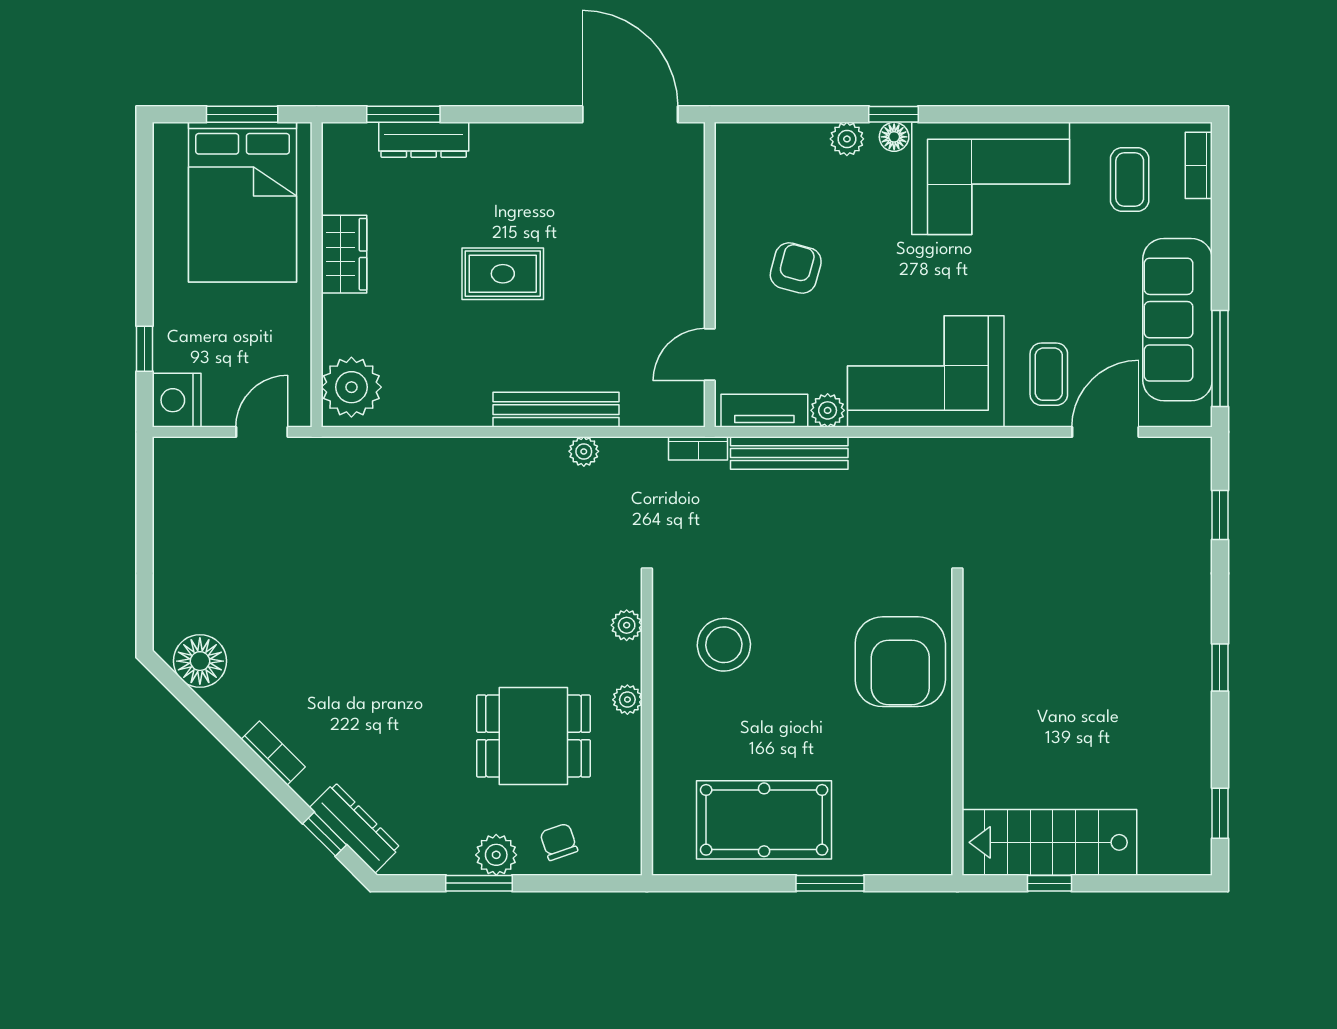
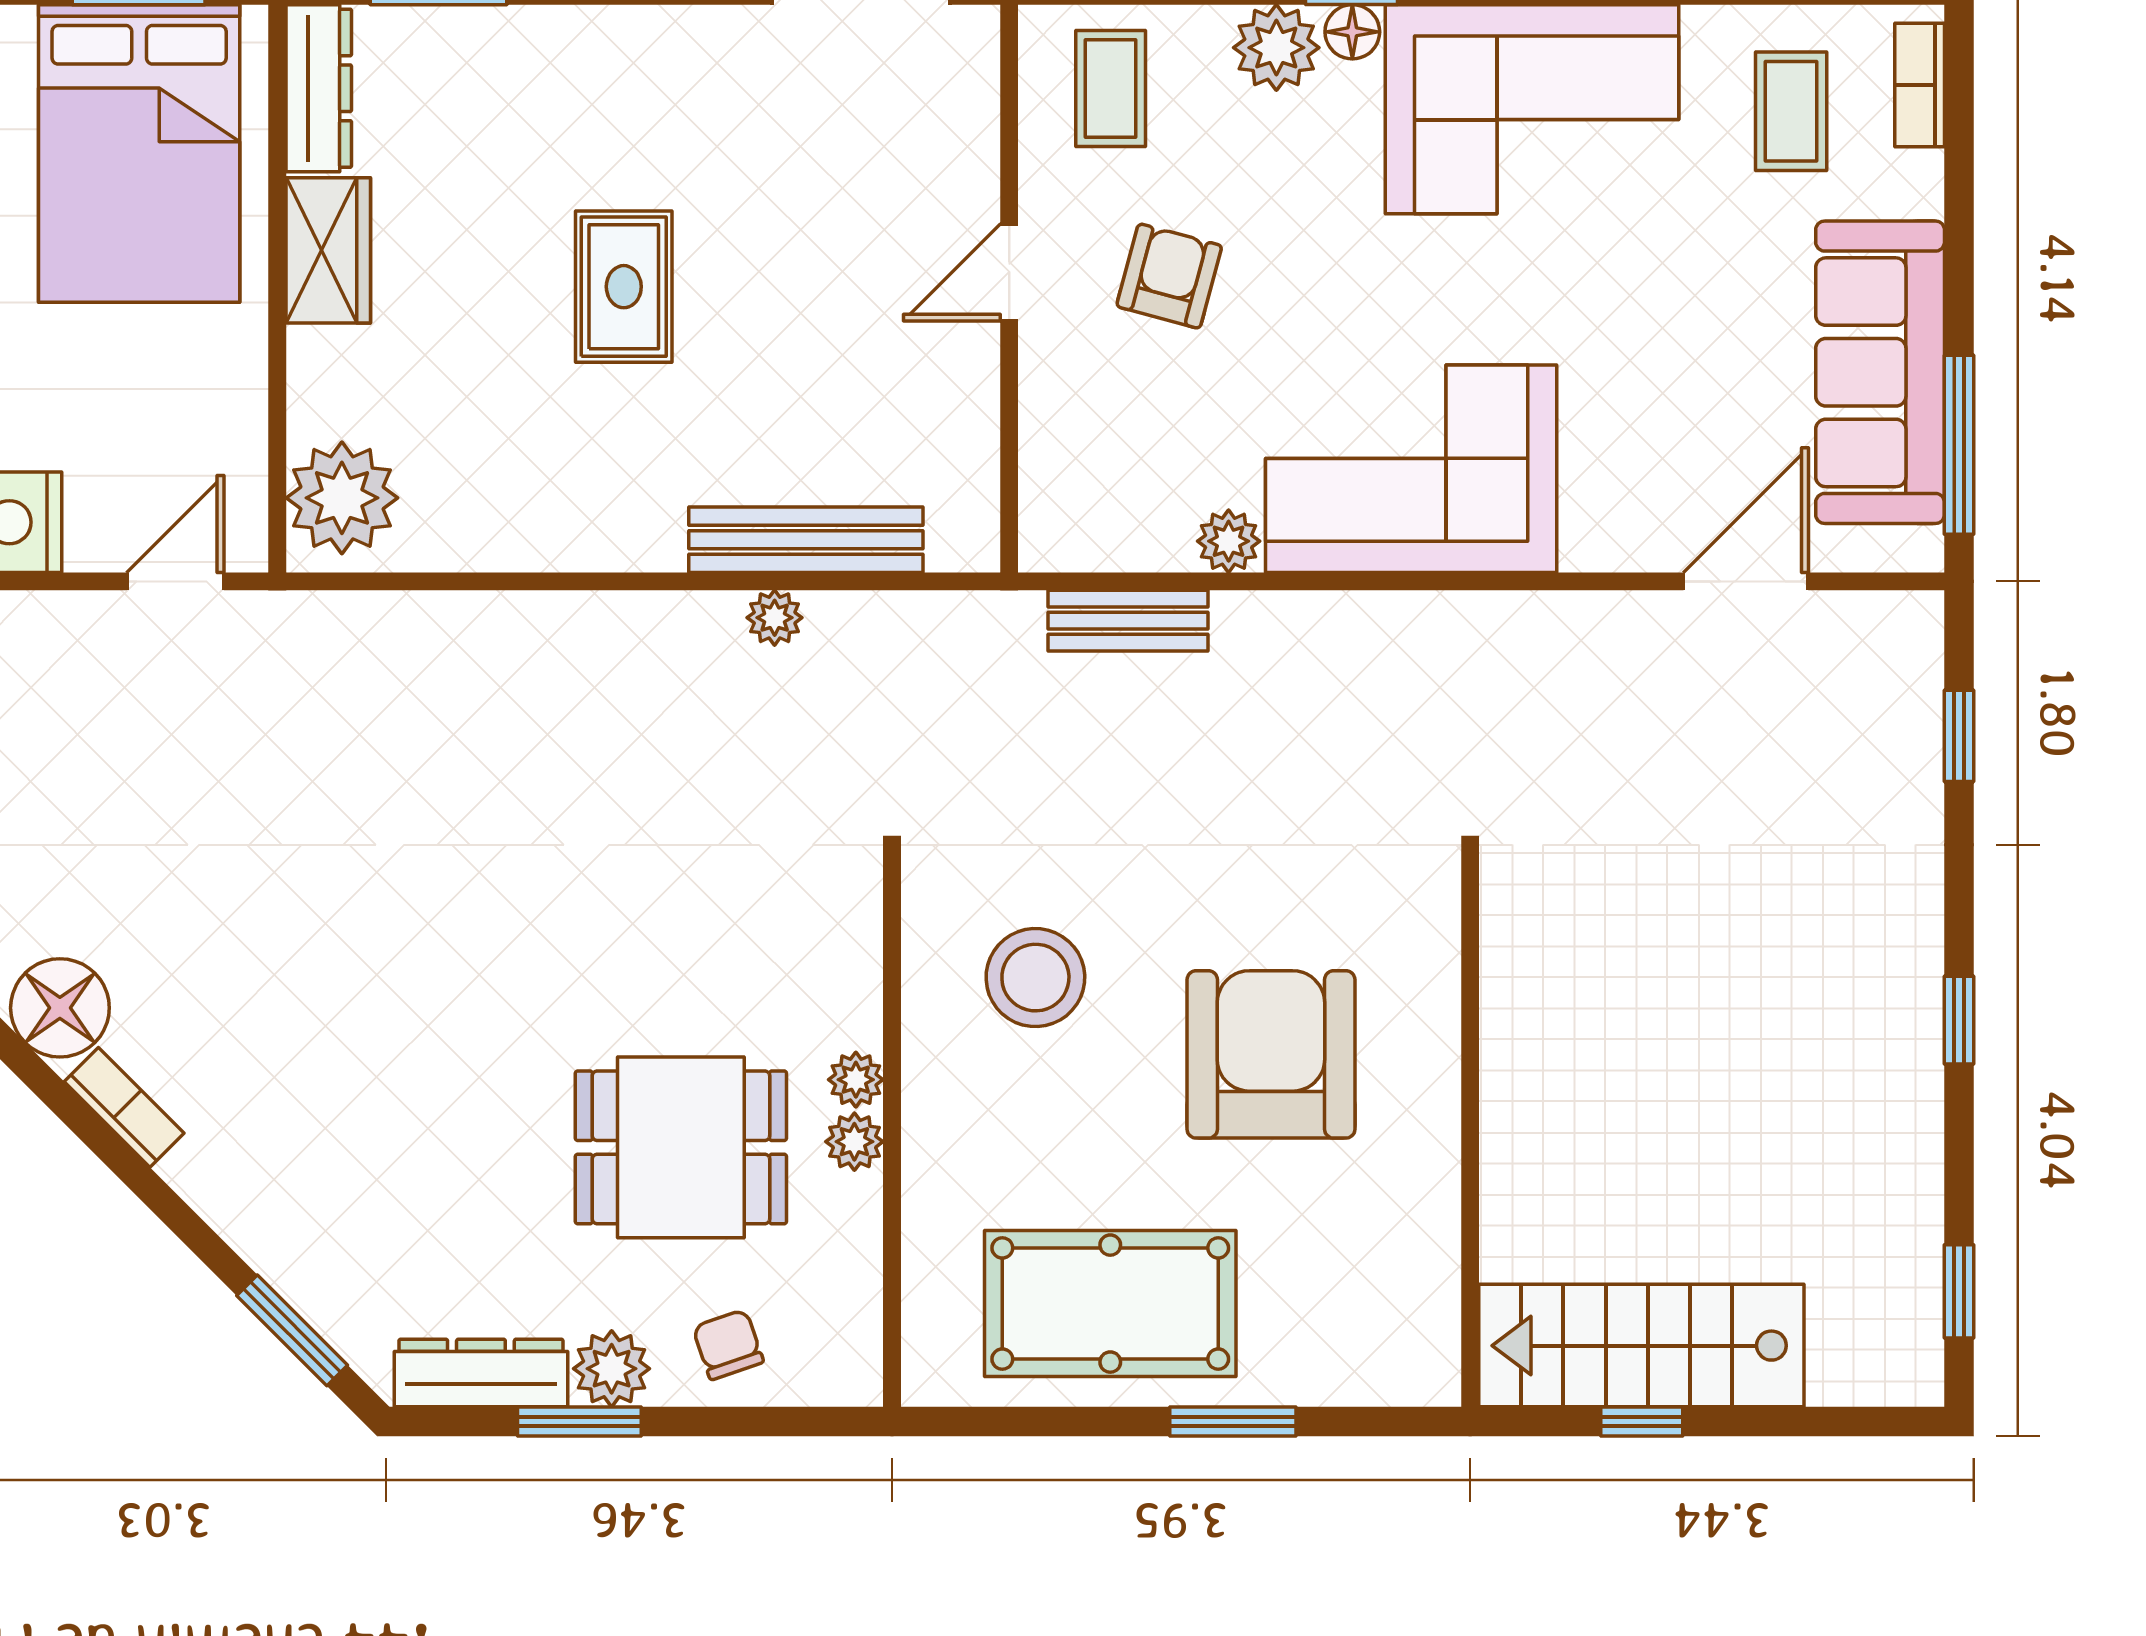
plant: (847, 139) -> (1276, 48), width x1.38, depth x1.38
dresser: (424, 140) -> (319, 88), moved, turned -90
rug: (503, 274) -> (624, 287), turned 90
door: (710, 355) -> (1009, 272), moved
coffee table: (1049, 374) -> (1111, 88), moved
bench: (556, 410) -> (806, 540), moved
tv unit: (764, 411) -> (1111, 542), removed
bookcase: (698, 448) -> (987, 612), removed
bench: (789, 453) -> (1128, 621), width x0.73
plant: (627, 625) -> (854, 1142), moved
armchair: (900, 662) -> (1271, 1054), moved, turned 180
bookcase: (273, 753) -> (124, 1107), moved
dresser: (355, 828) -> (481, 1373), moved, turned -45
window: (325, 834) -> (292, 1330), width x1.50

